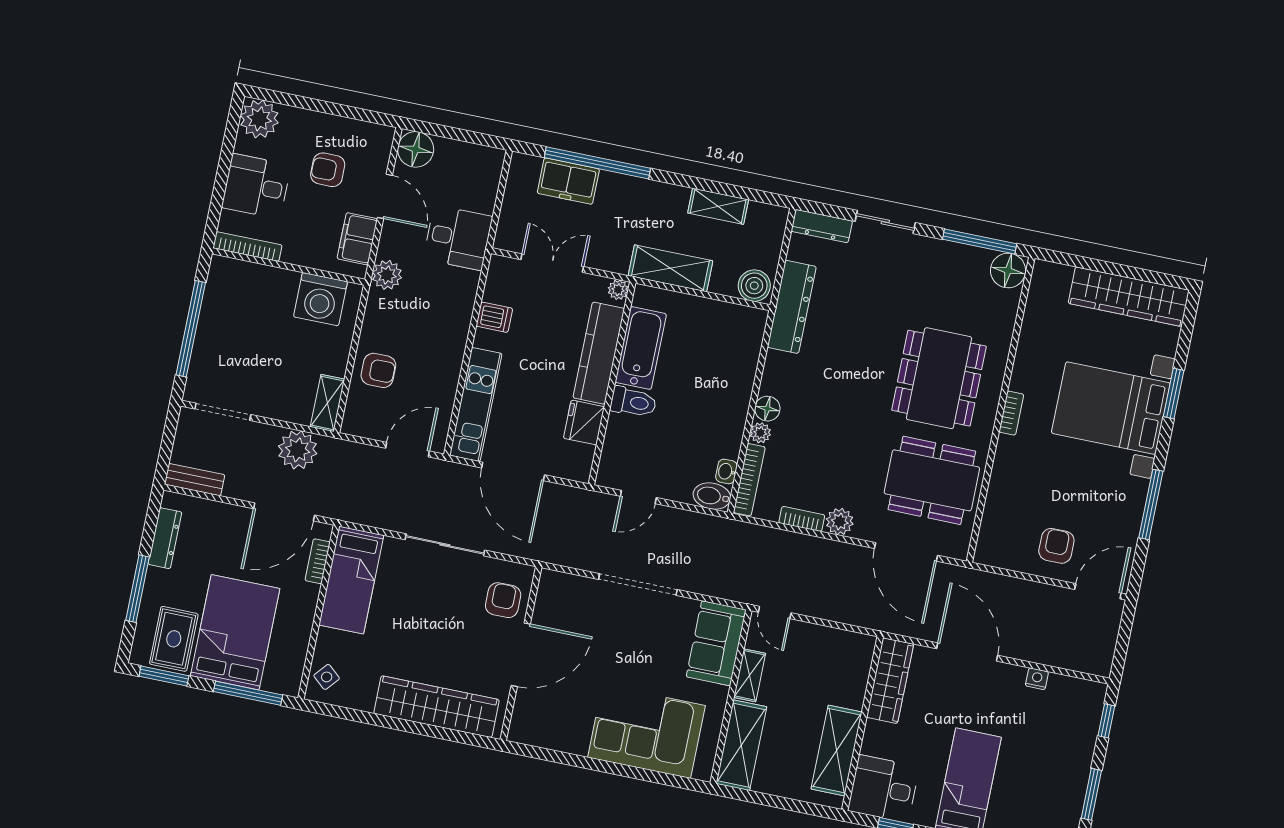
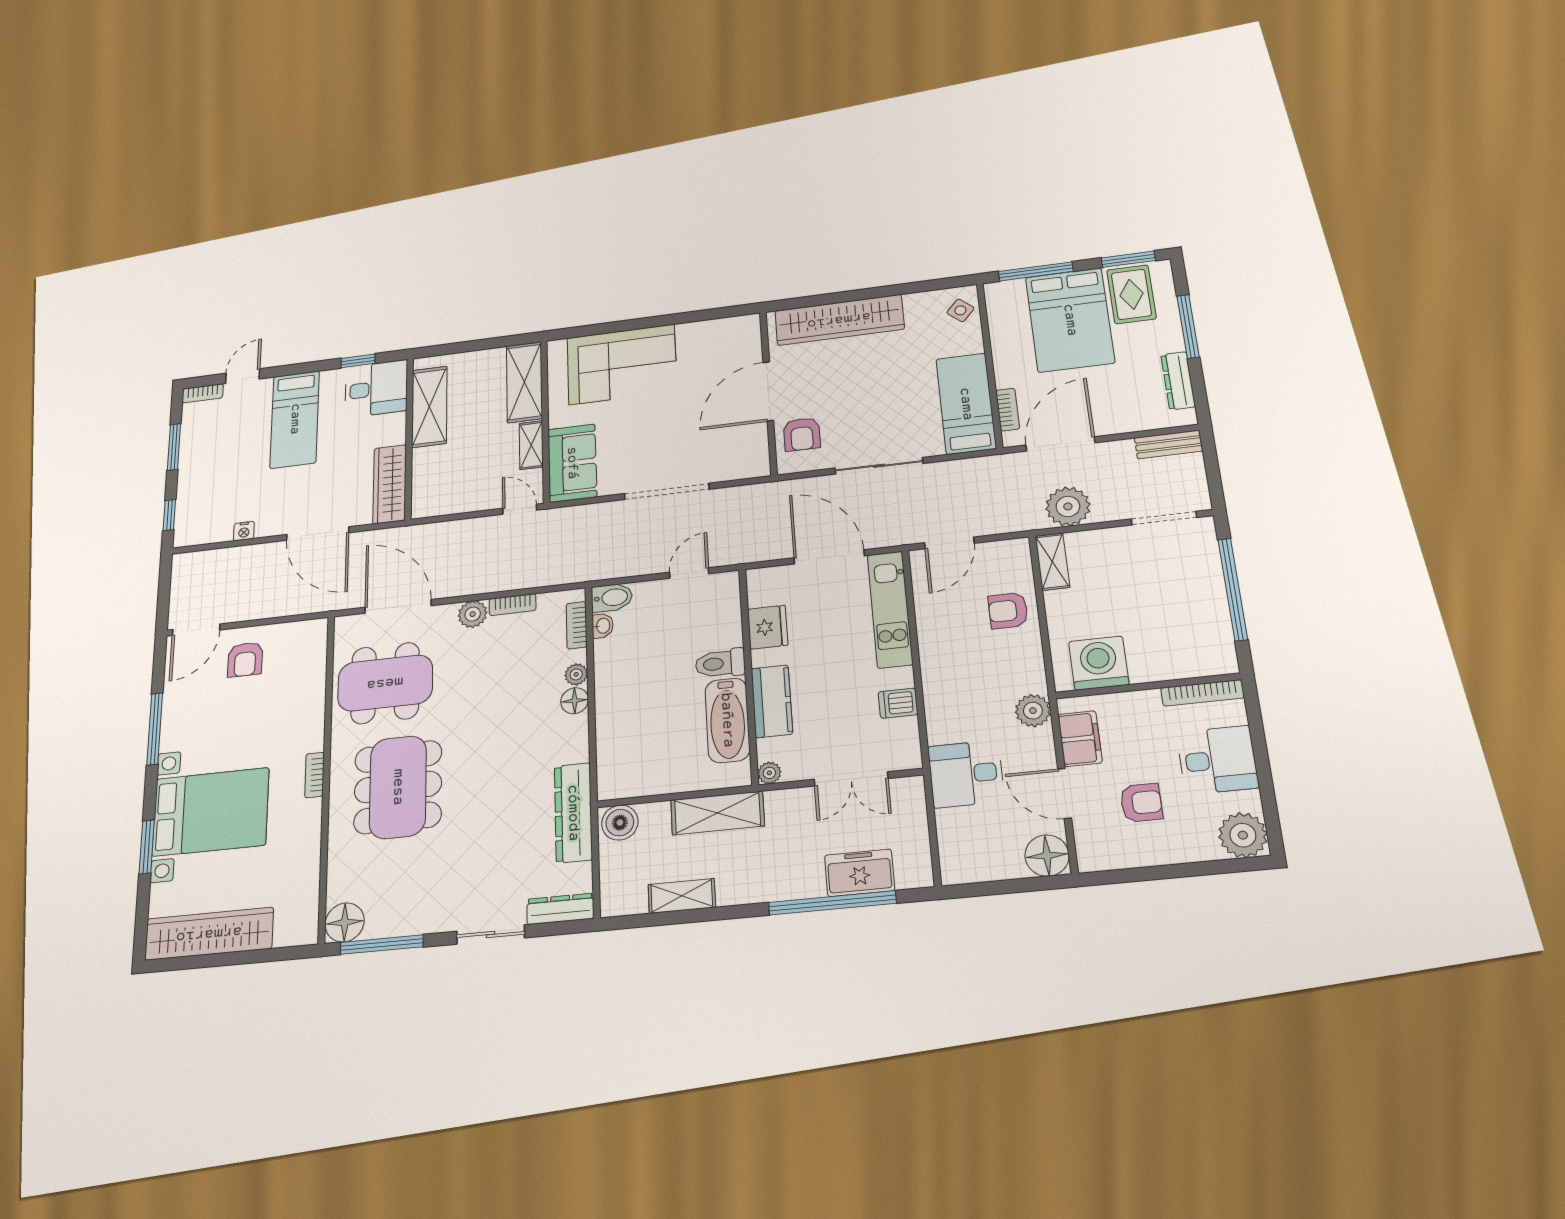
kitchen counter: (599, 353) -> (772, 701), width x0.67
bookcase: (749, 480) -> (577, 625), width x0.64

